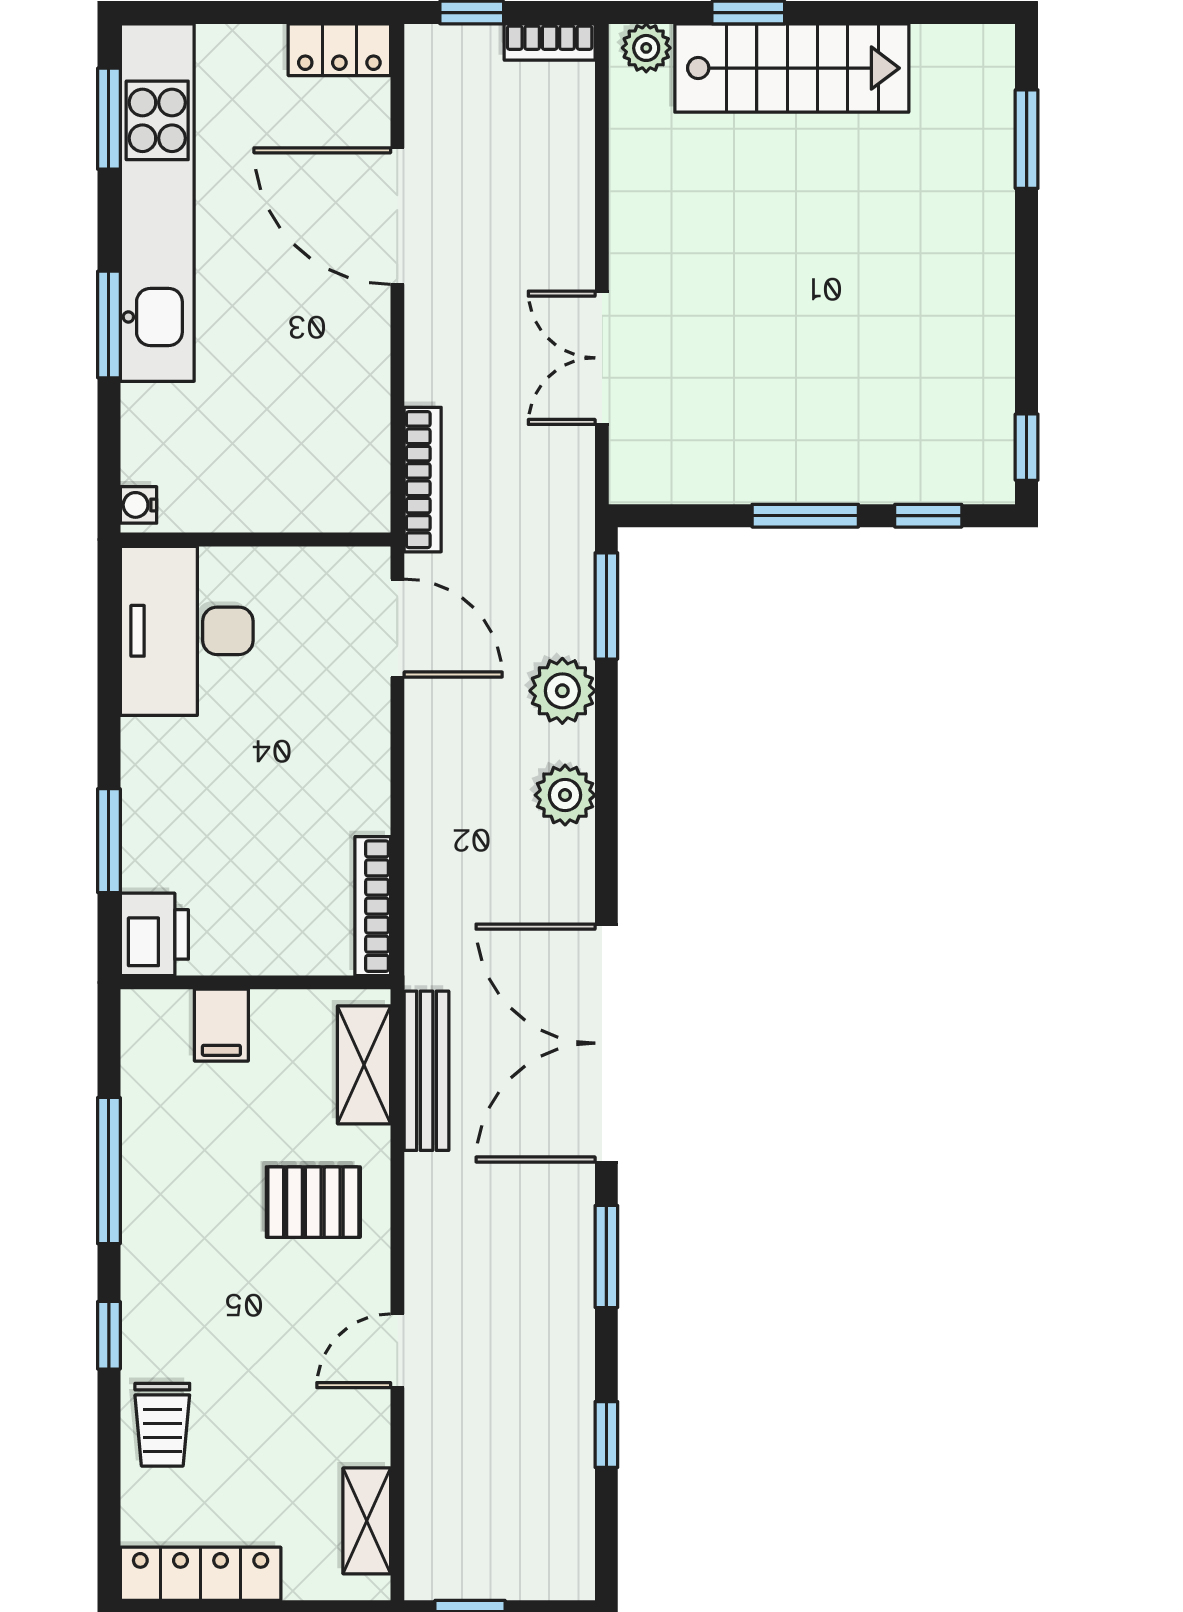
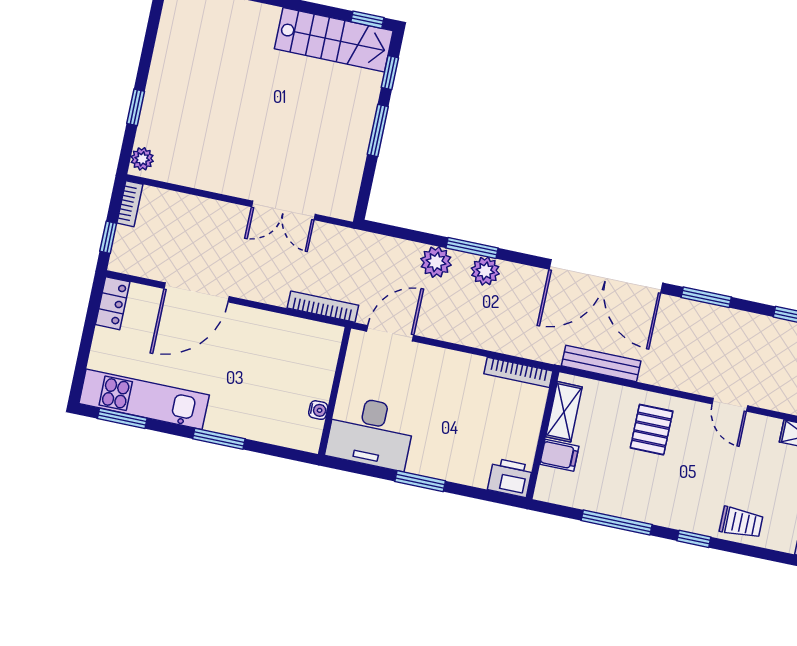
stairs: (792, 68) -> (334, 40), moved, turned 90
kitchen unit: (157, 203) -> (144, 399), width x0.73
water cooler: (138, 505) -> (318, 410), moved, turned -90
window: (606, 606) -> (472, 248), moved
window: (109, 841) -> (420, 481), moved
shelving: (364, 1065) -> (564, 412), moved, turned 90

